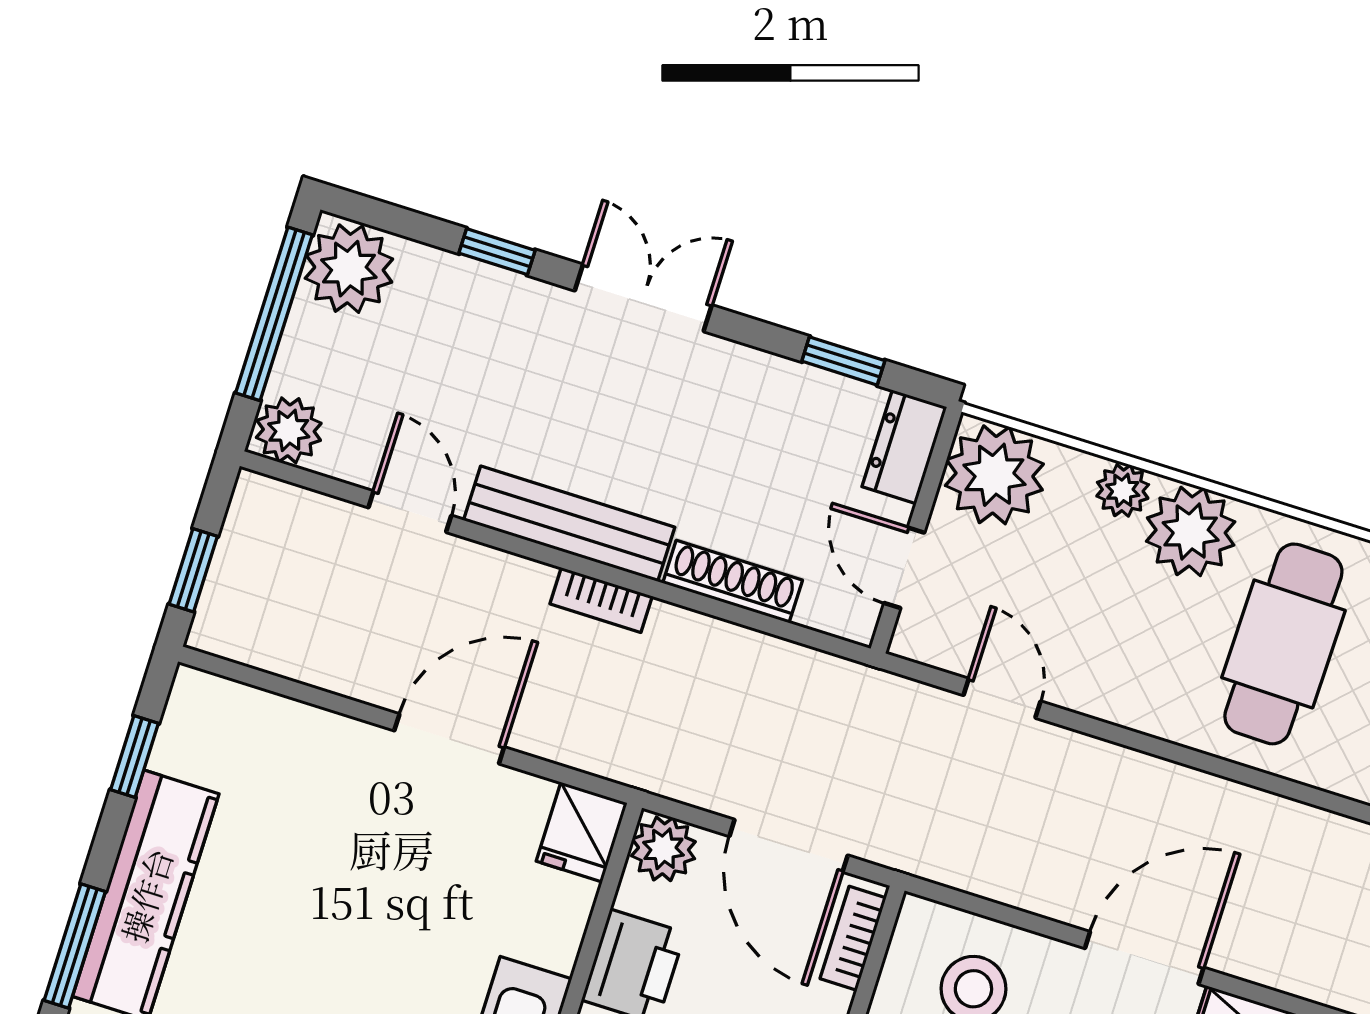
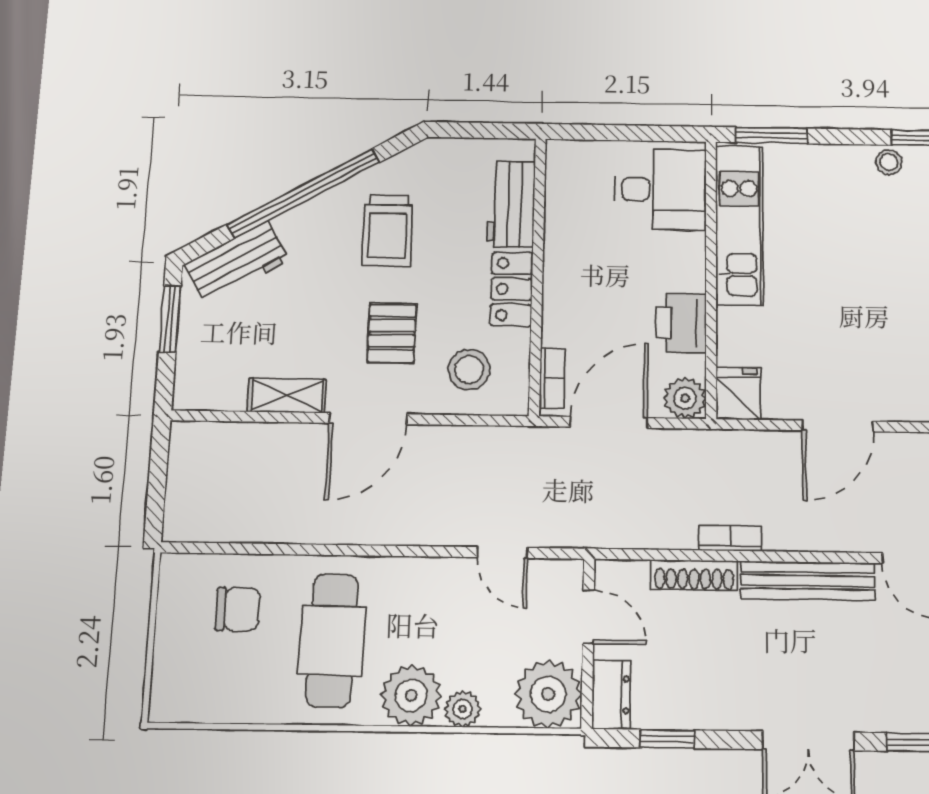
bookcase: (601, 600) -> (730, 538), moved
door: (789, 846) -> (609, 422), hinge flipped

